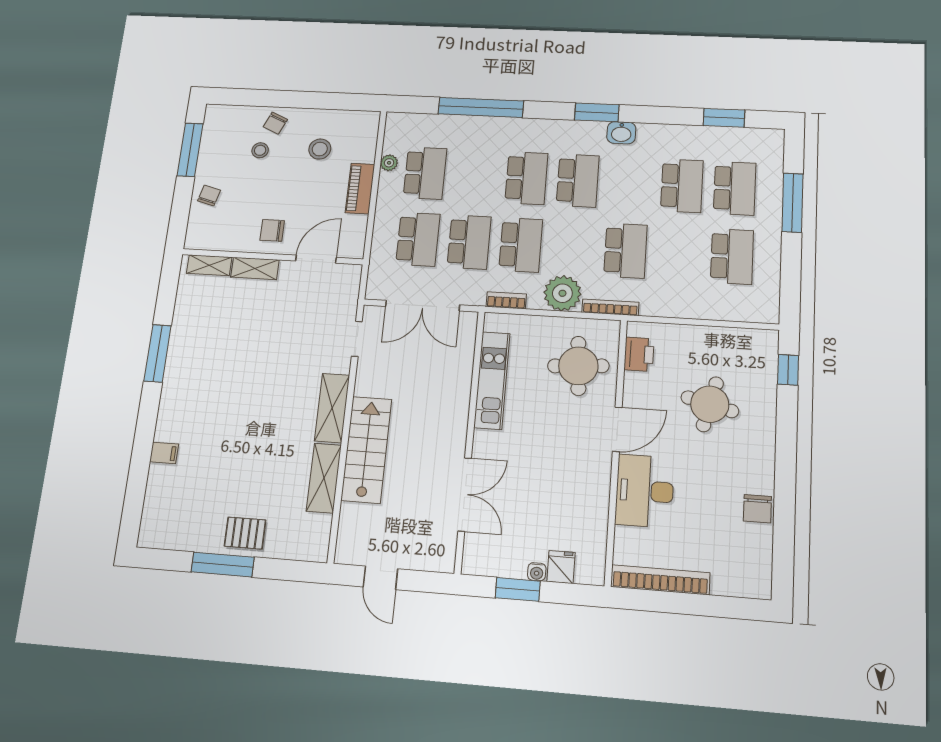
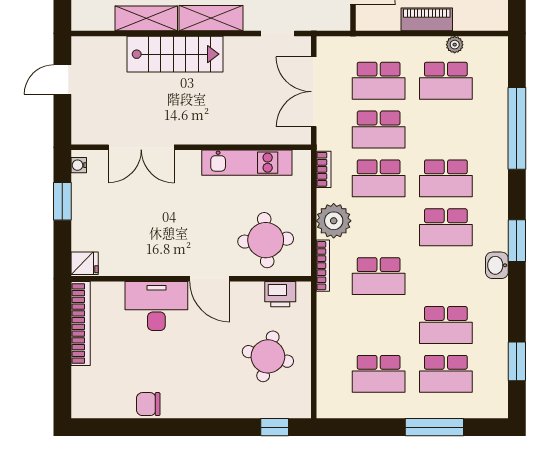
round table: (710, 404) -> (268, 356), moved
fridge: (561, 567) -> (85, 263), moved
water cooler: (537, 572) -> (79, 165), moved

